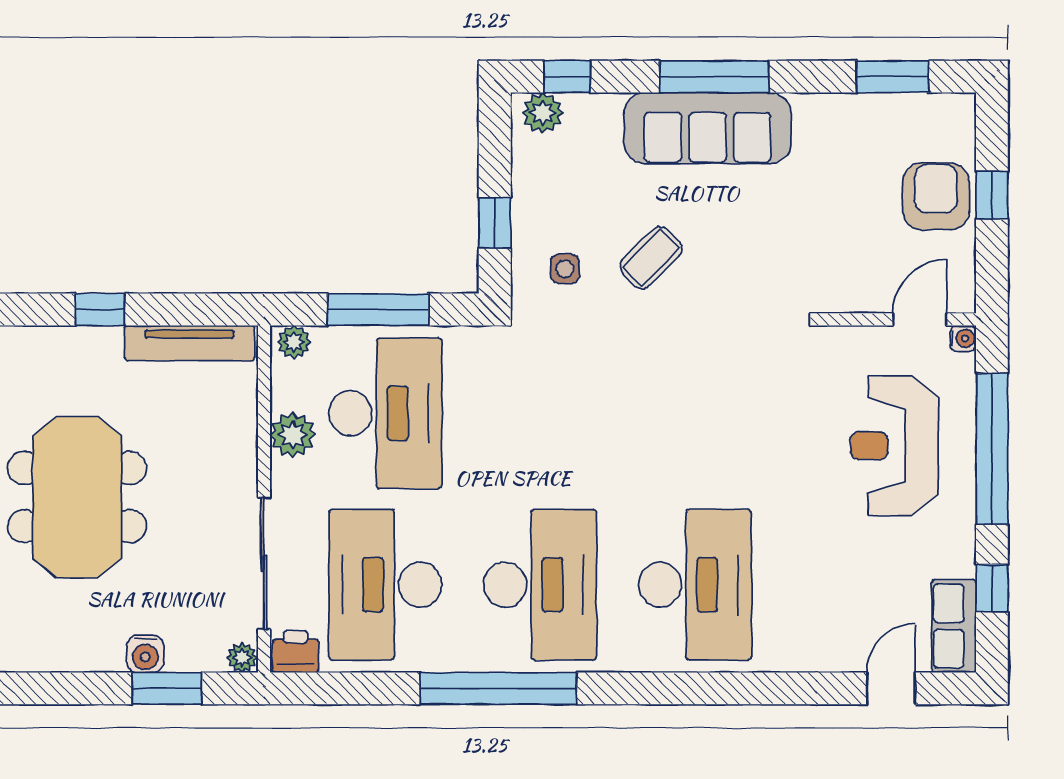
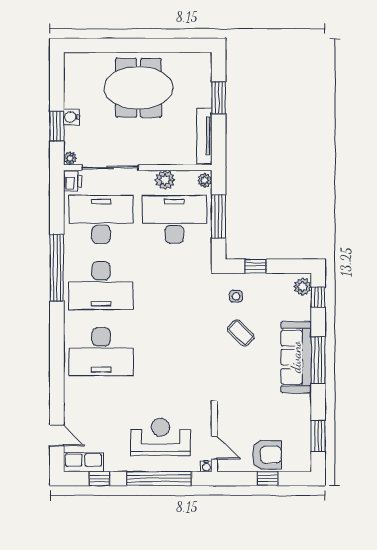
window: (100, 310) -> (219, 98), width x1.50
desk: (385, 413) -> (174, 219), turned 180

